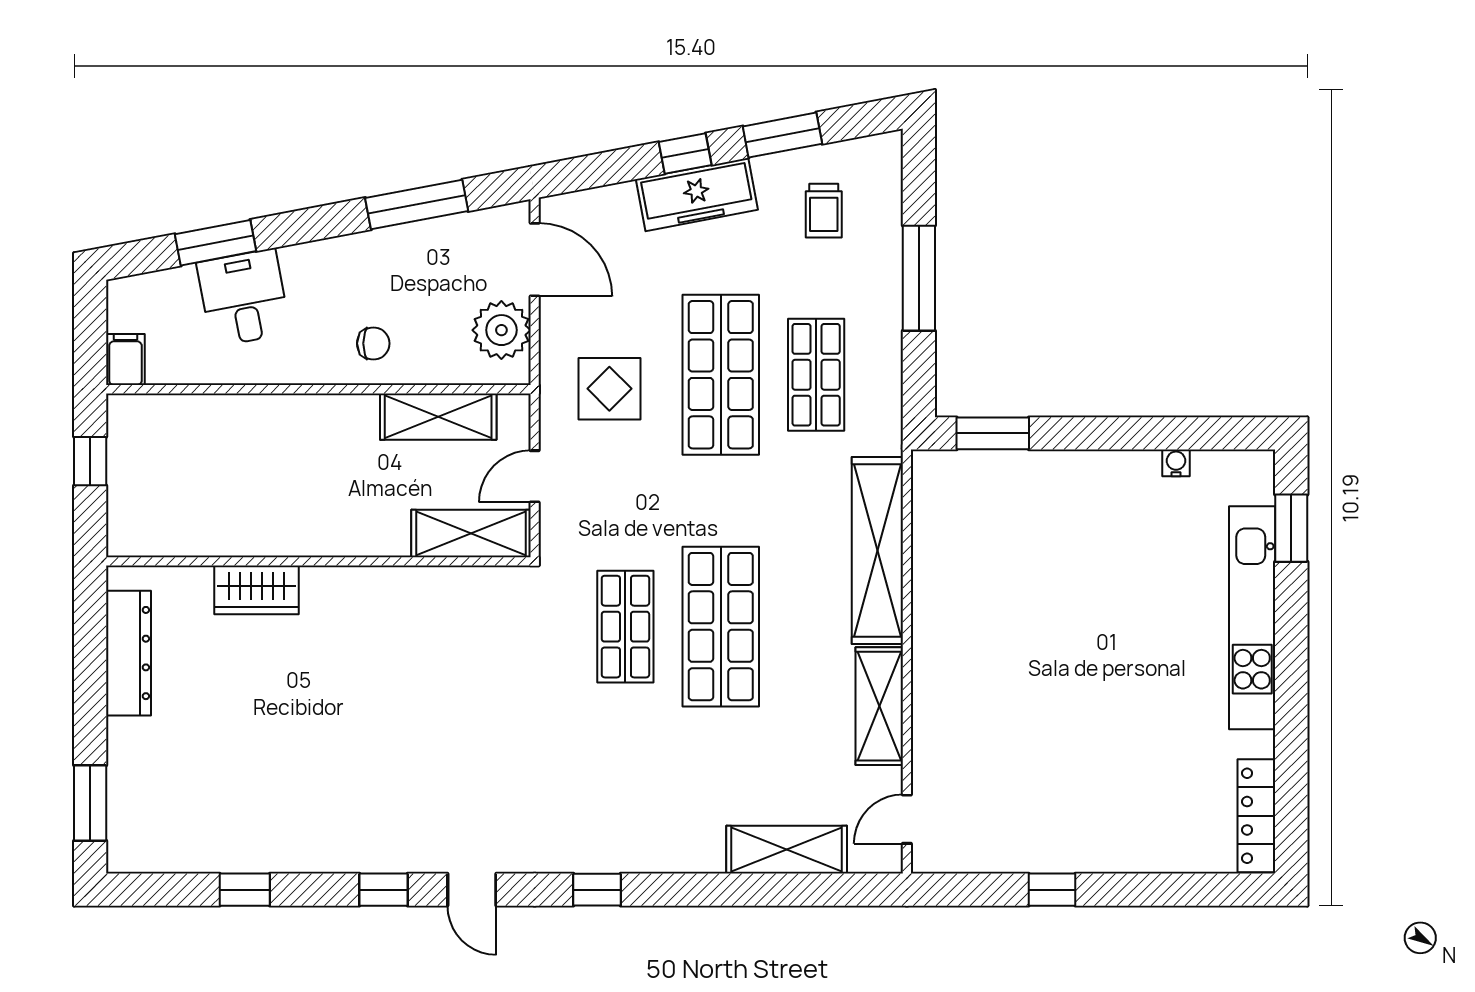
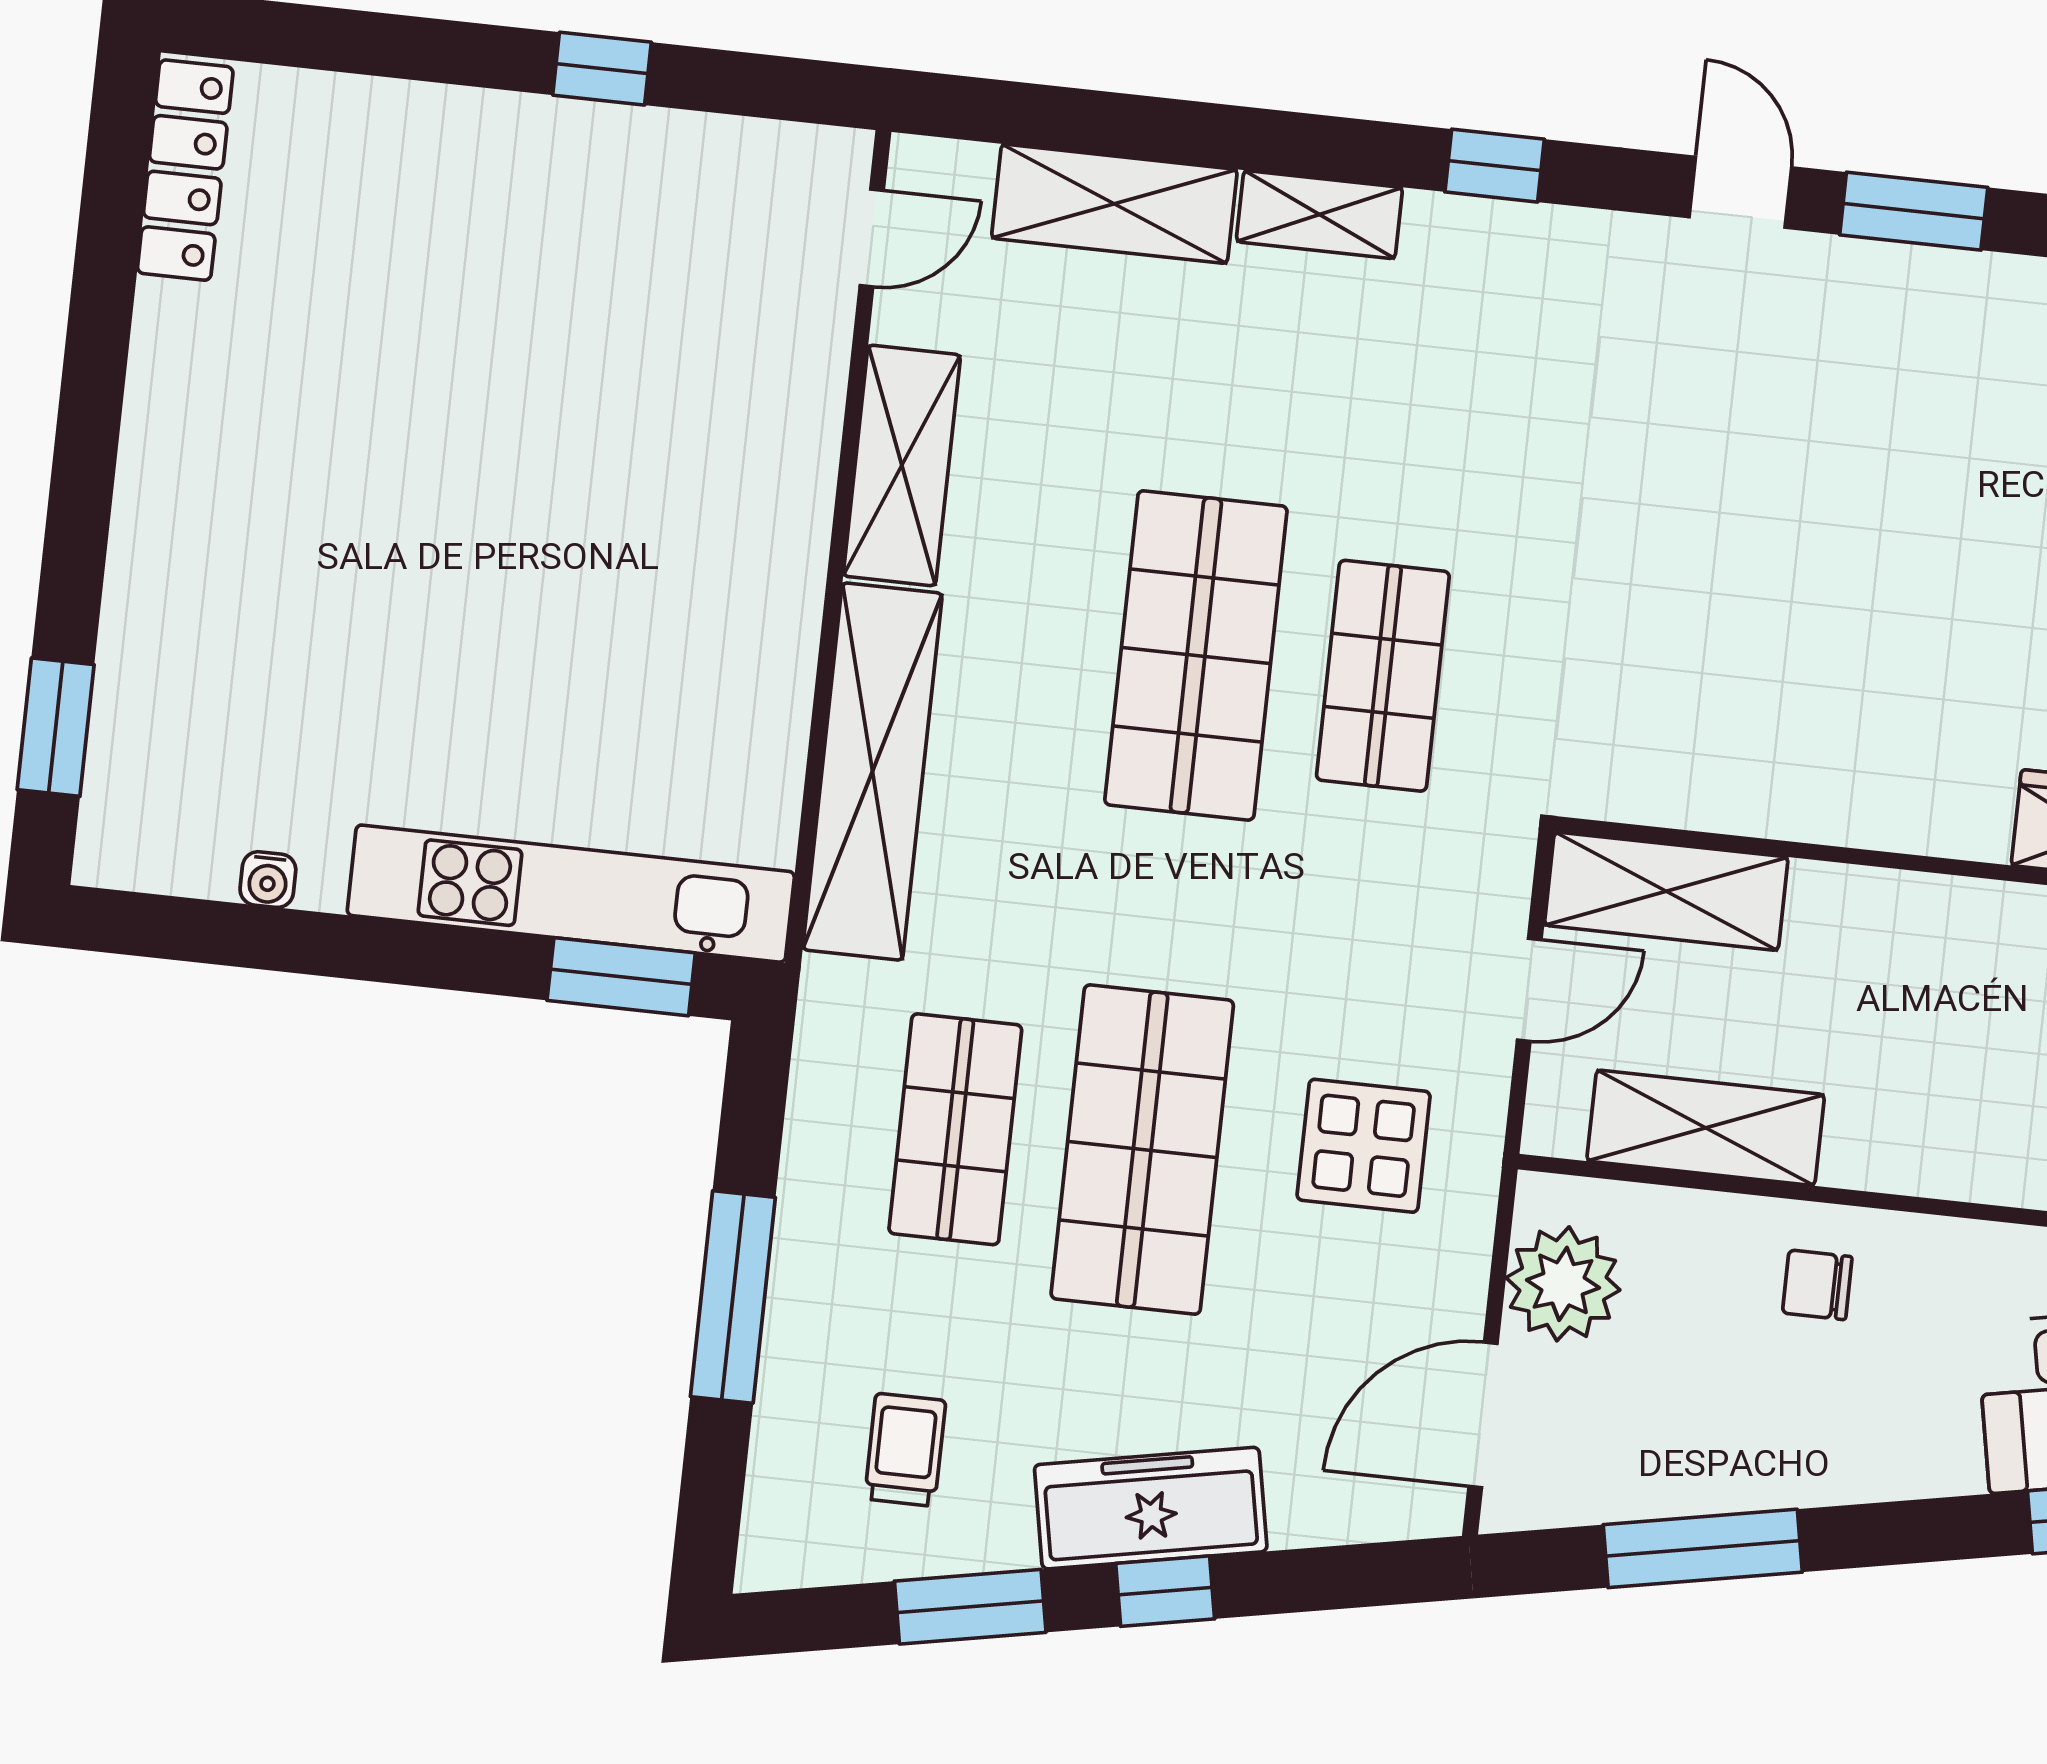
door: (535, 260) -> (1483, 1415), hinge flipped
kitchen unit: (1252, 618) -> (571, 894), moved, turned -90
shelving: (683, 855) -> (1319, 215), added
window: (384, 890) -> (1914, 211), width x1.50

